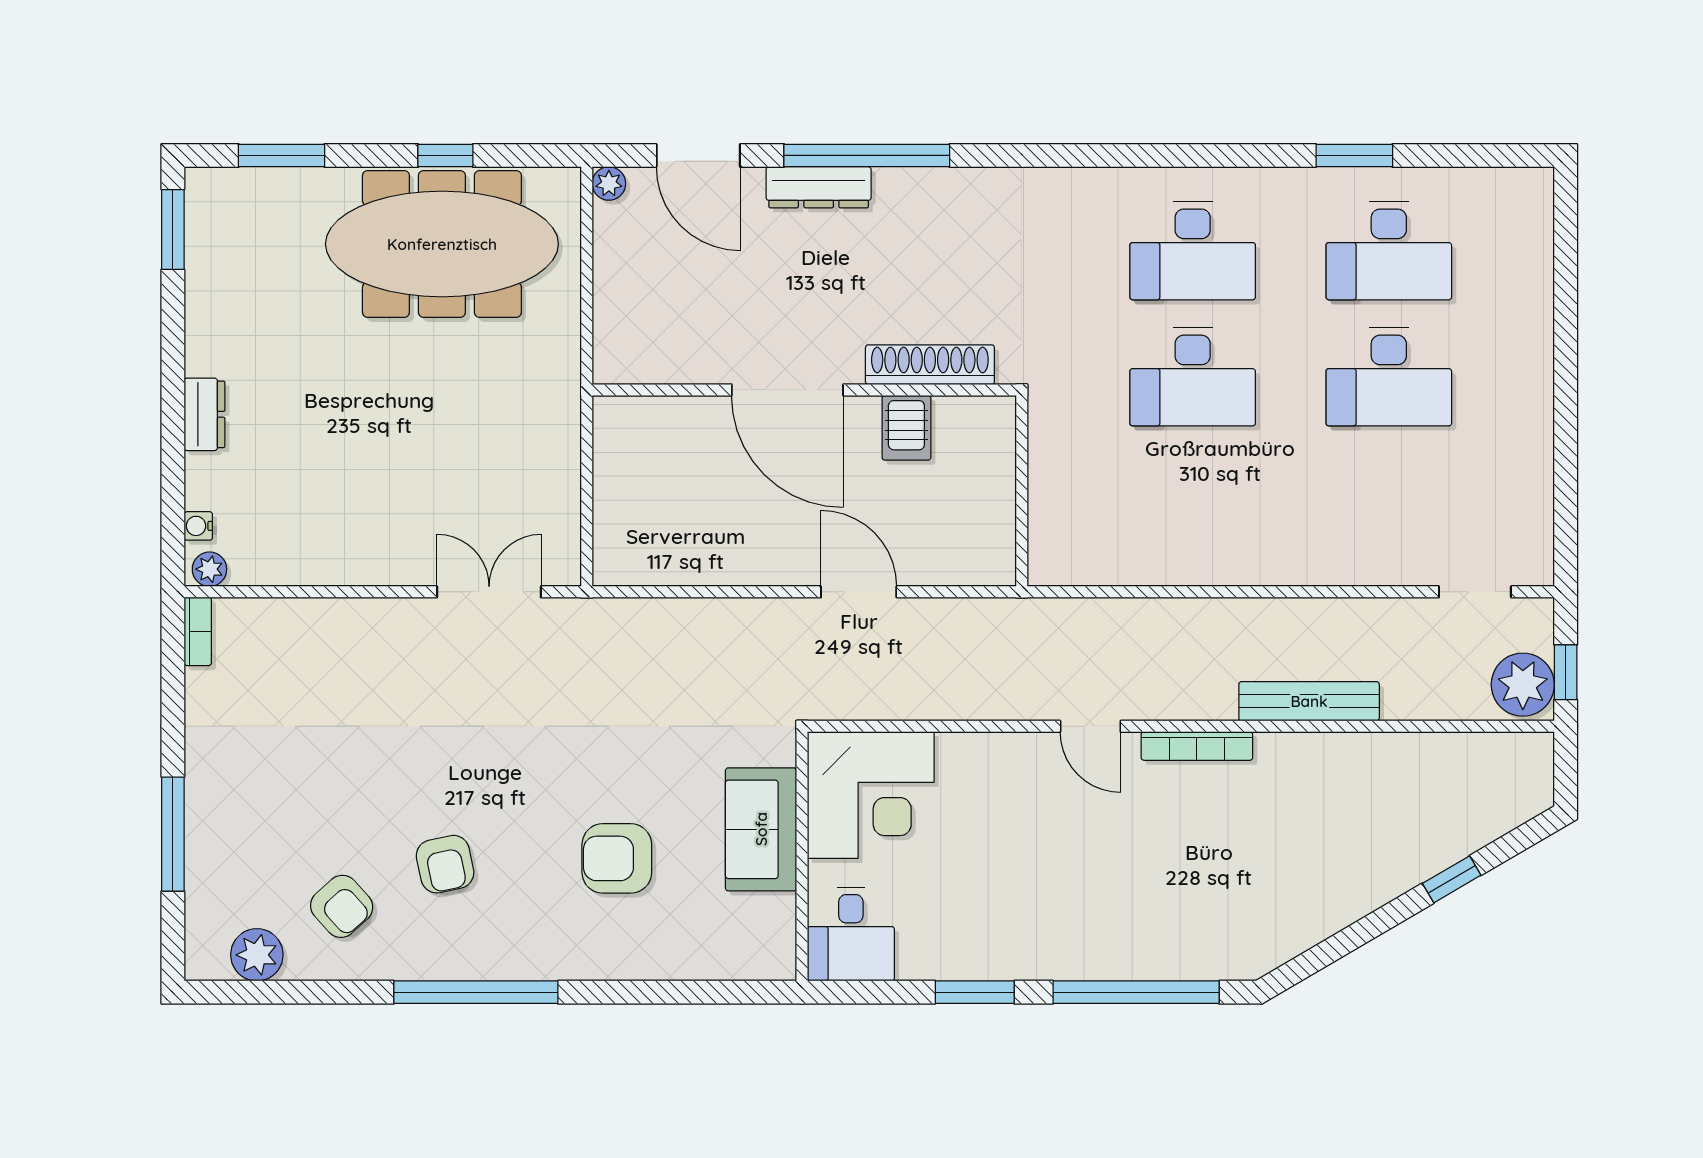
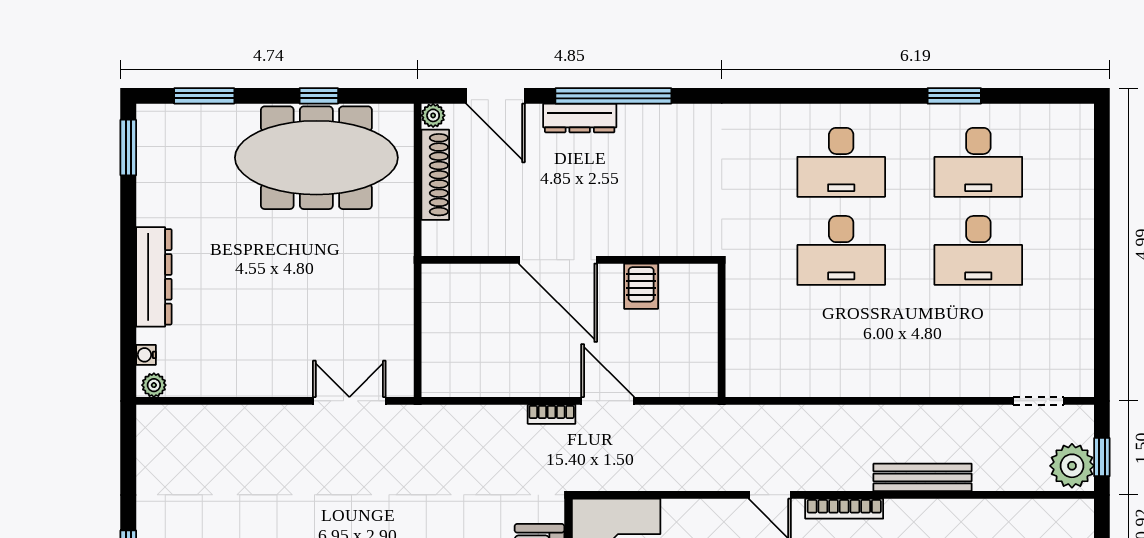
shoe rack: (930, 365) -> (435, 175), moved, turned 90
dresser: (204, 414) -> (154, 277), width x1.96, depth x1.24
bookcase: (198, 631) -> (552, 414), moved, turned 90

